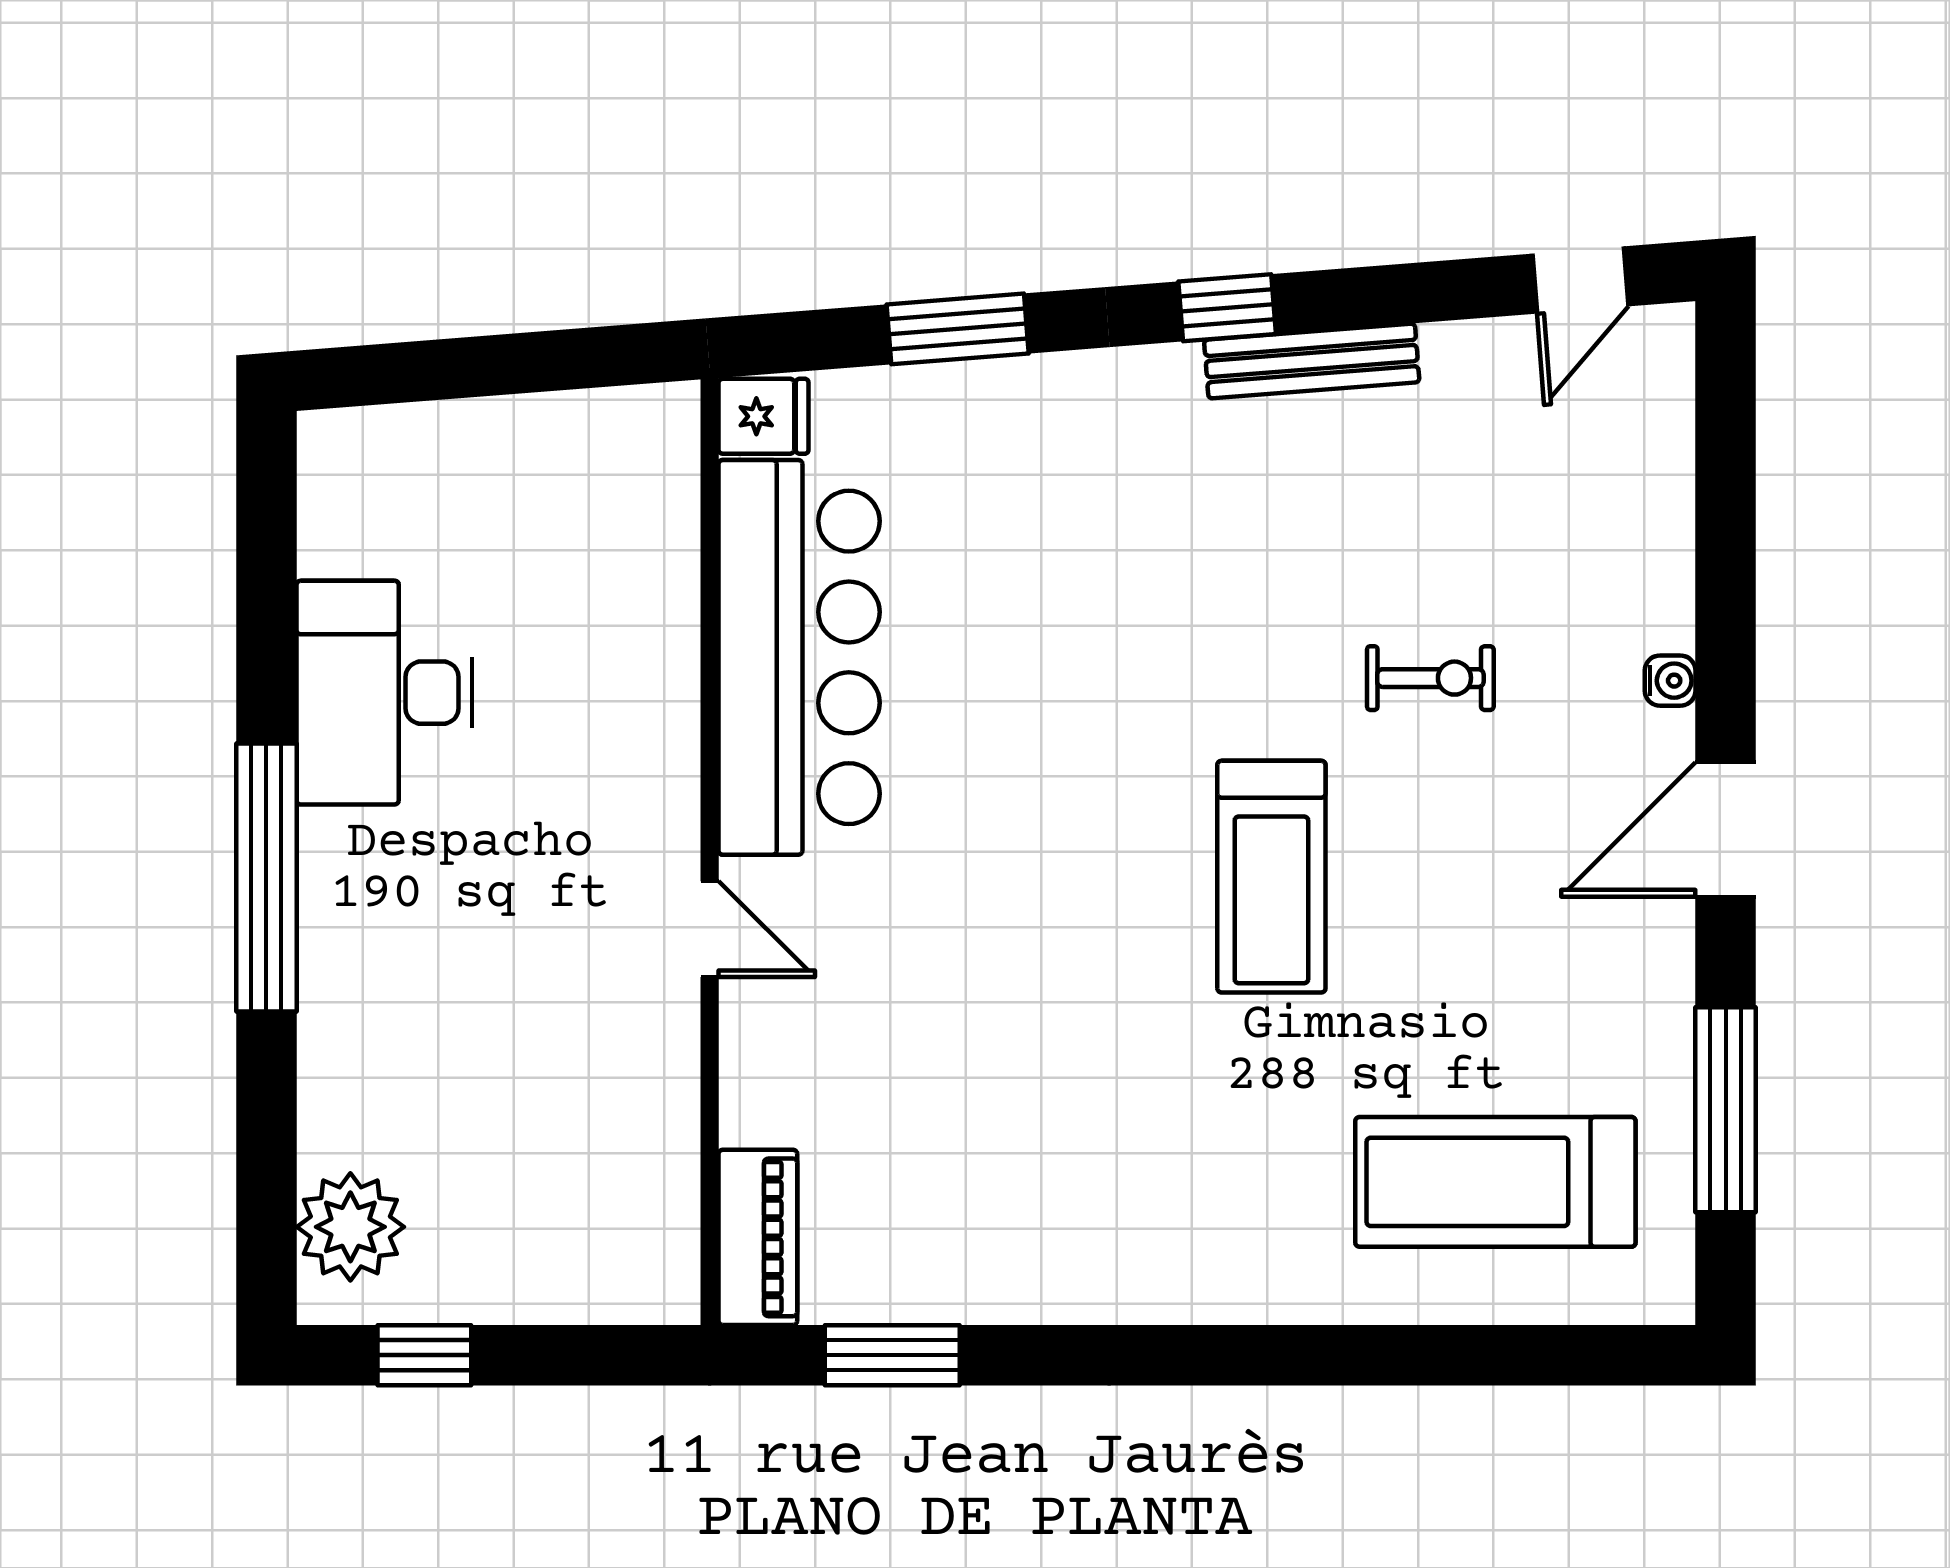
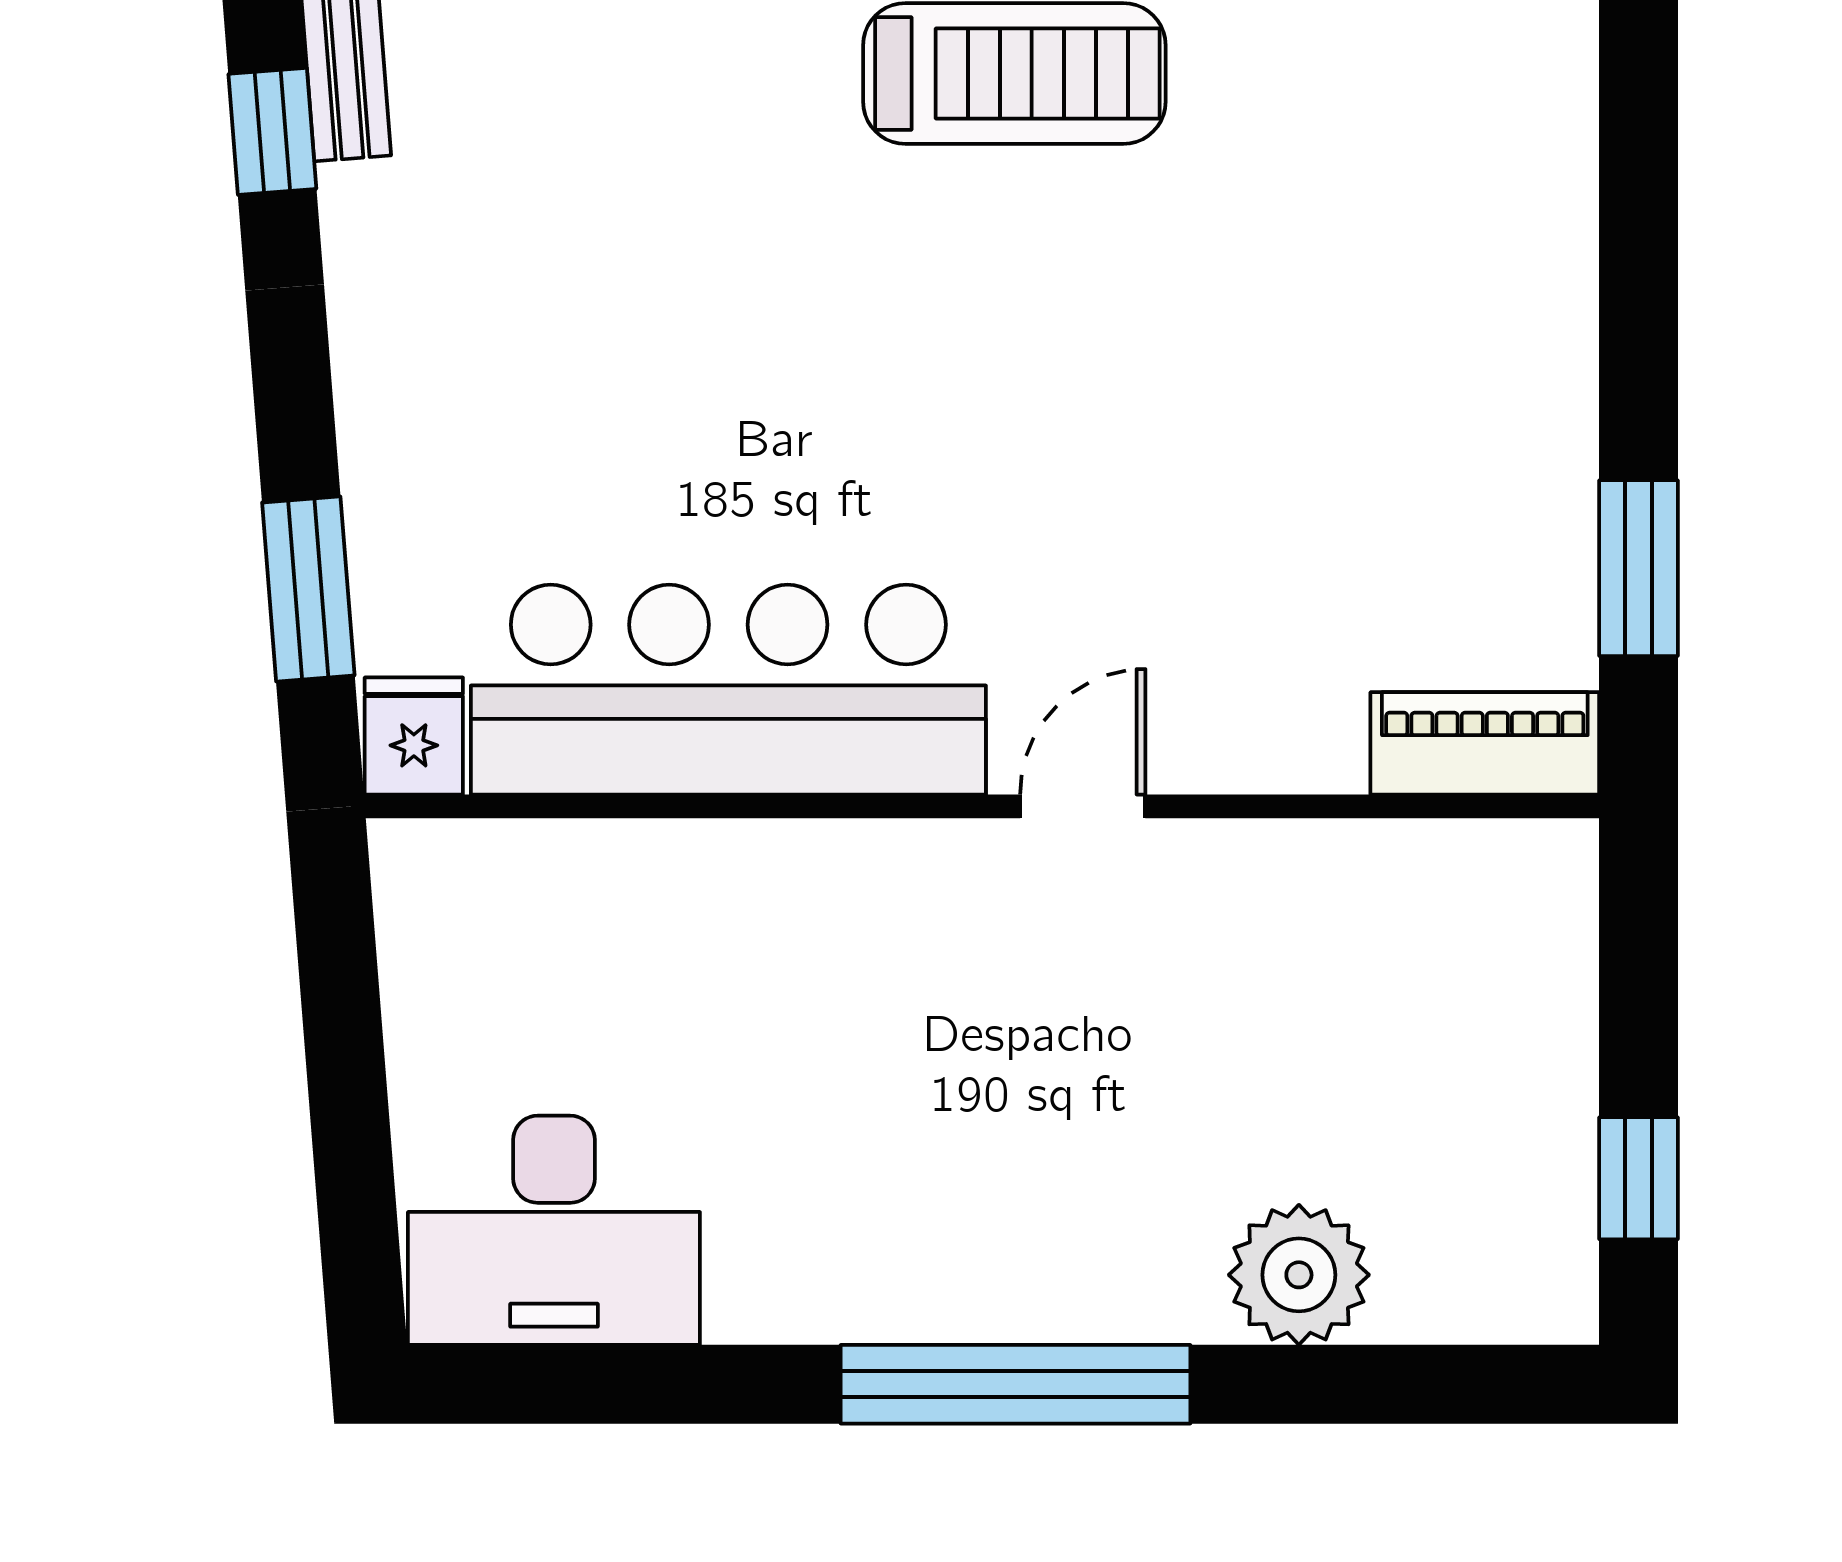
window: (958, 329) -> (308, 589), moved
desk: (385, 693) -> (554, 1230), moved
plant: (350, 1227) -> (1299, 1275), moved

